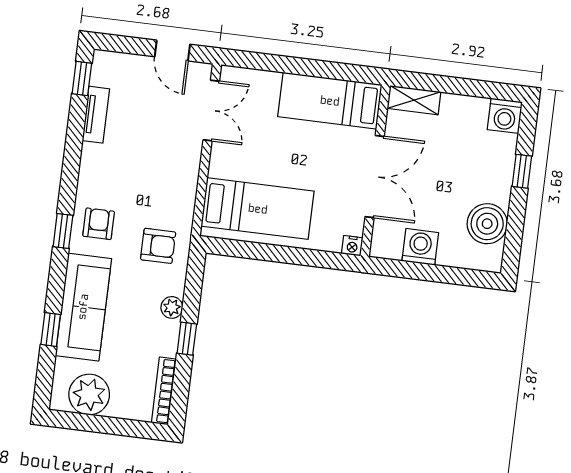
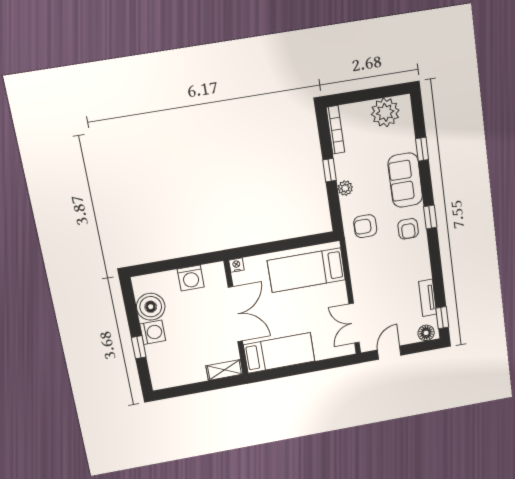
door: (172, 50) -> (389, 353), hinge flipped
floor lamp: (111, 63) -> (426, 333), added
washing machine: (505, 116) -> (153, 332), moved, turned 90
double door: (375, 177) -> (235, 314), swing flipped
sofa: (83, 307) -> (405, 180), width x0.73

